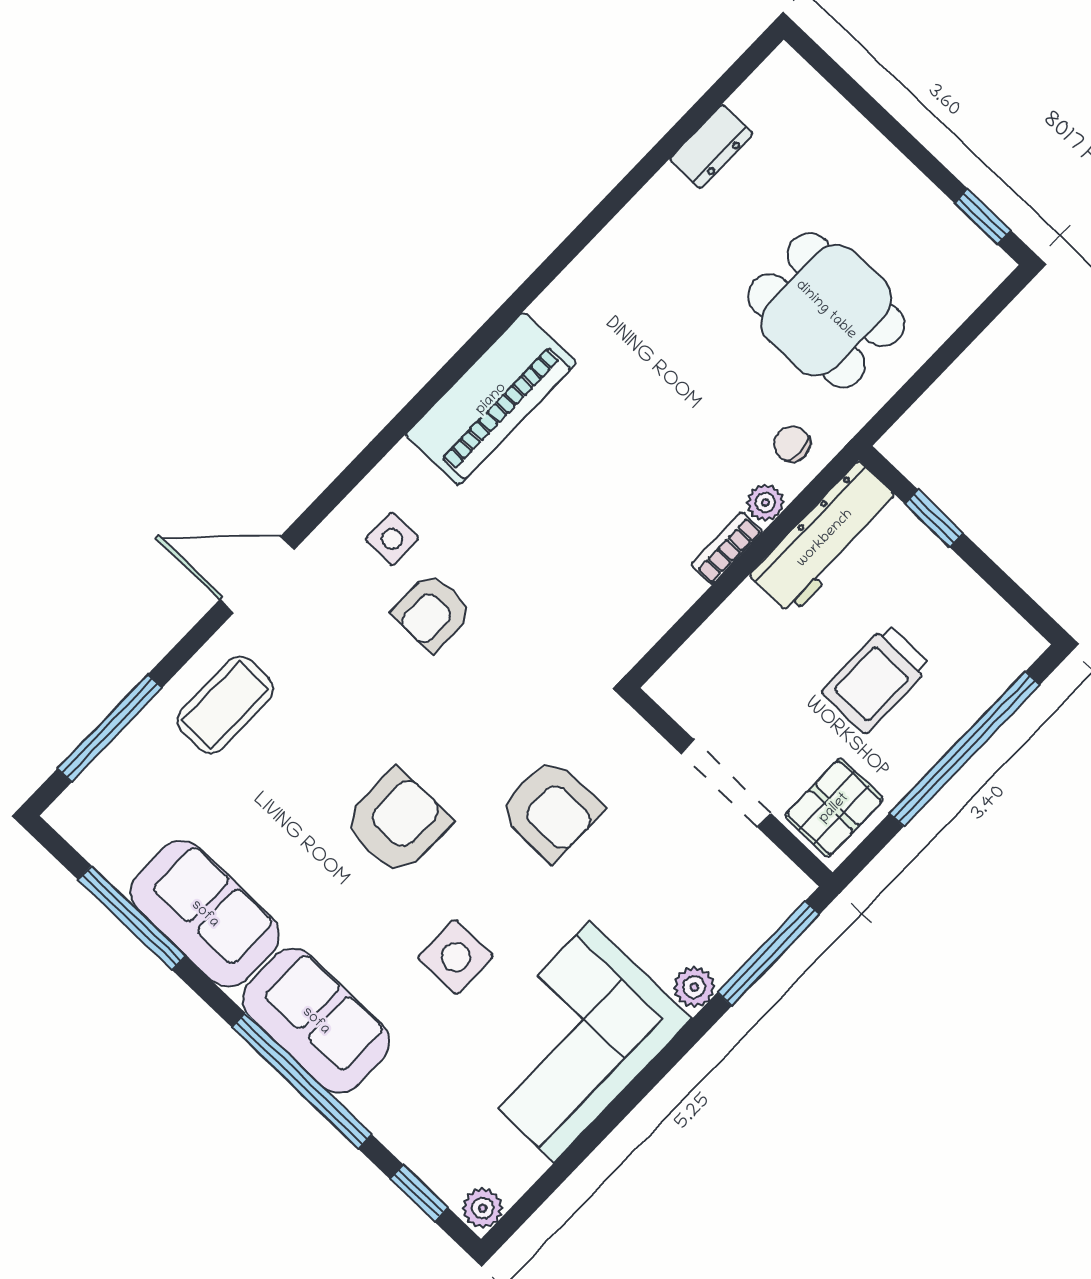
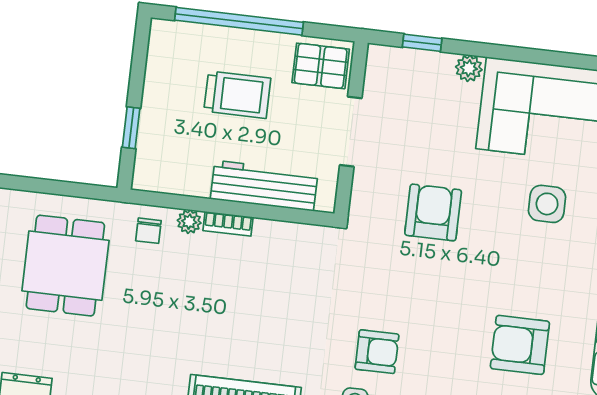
workbench: (825, 538) -> (264, 186), moved
armchair: (397, 822) -> (520, 345), moved
window: (769, 953) -> (422, 43), width x0.46

